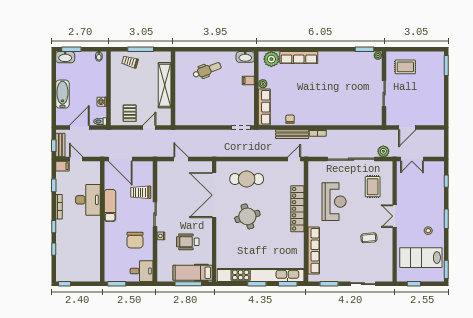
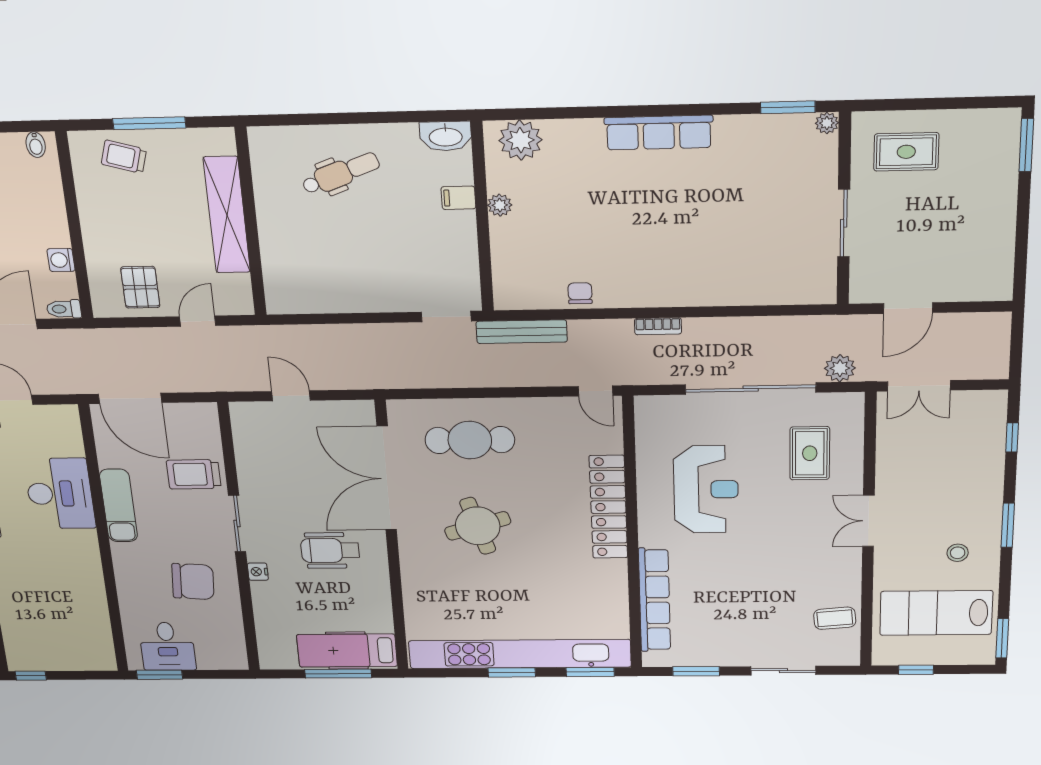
row of seats: (299, 58) -> (659, 133), moved
row of seats: (264, 107) -> (507, 265), removed
bench: (292, 134) -> (522, 332), moved
door: (294, 159) -> (596, 391), swing flipped
coffee table: (369, 238) -> (835, 618), moved
chair: (135, 240) -> (193, 582), turned -86
wheelchair: (188, 242) -> (330, 550), moved
desk: (142, 271) -> (167, 646), moved, turned 90

